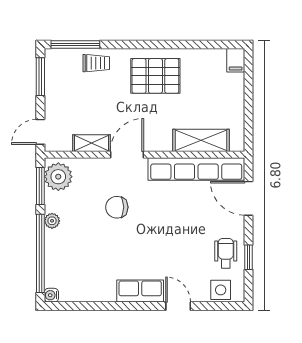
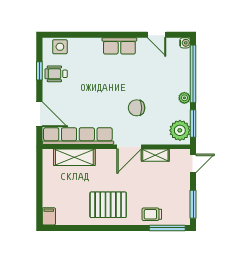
chair: (117, 207) -> (137, 108), turned 180
wheelchair: (226, 253) -> (56, 74), turned 90
door: (178, 306) -> (157, 35), moved

